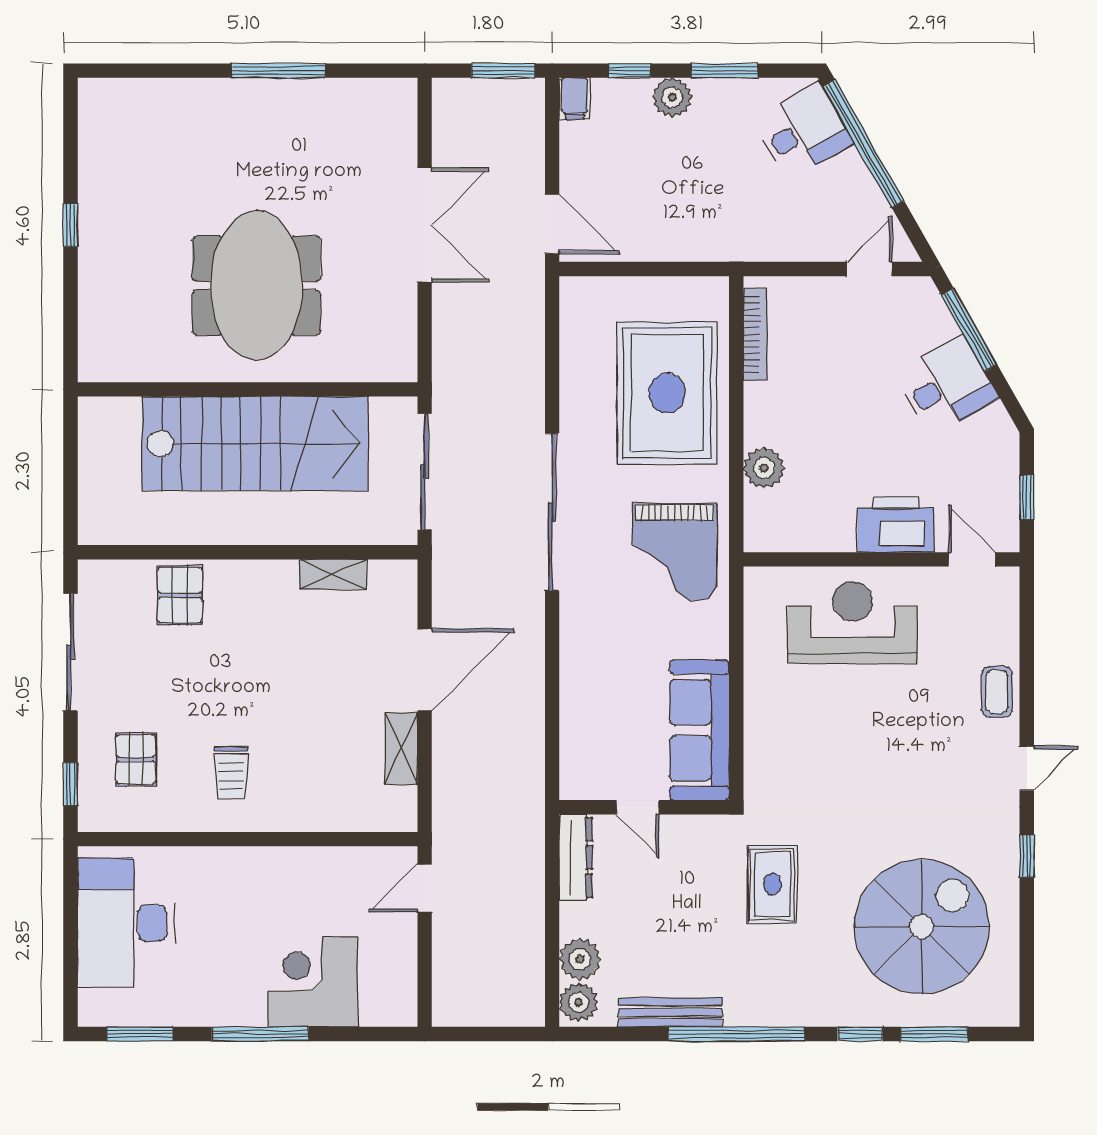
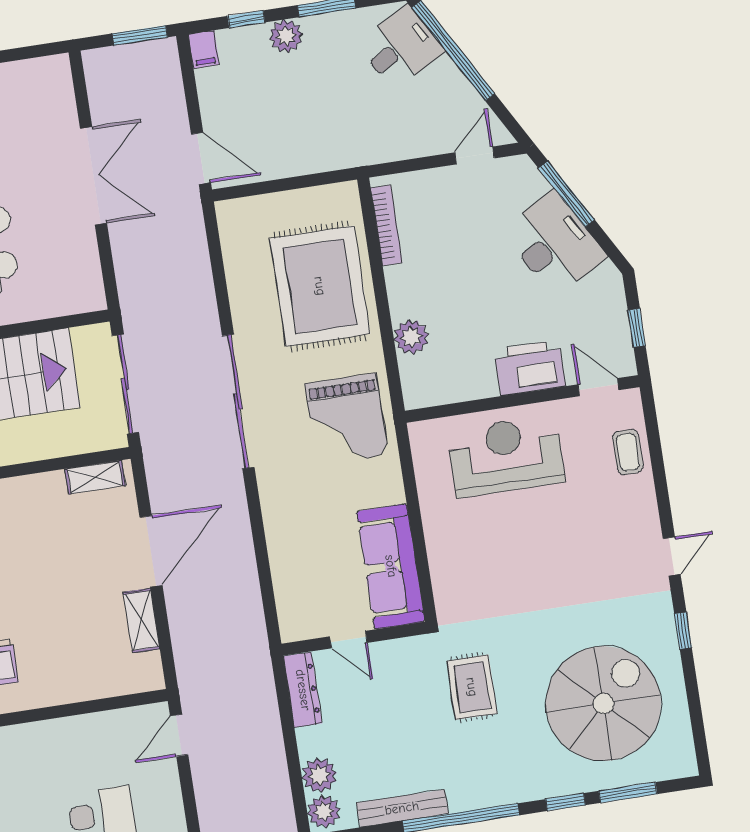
desk: (946, 385) -> (554, 244), width x1.37
shelving: (333, 574) -> (95, 477), moved
coffee table: (997, 692) -> (628, 452), moved

